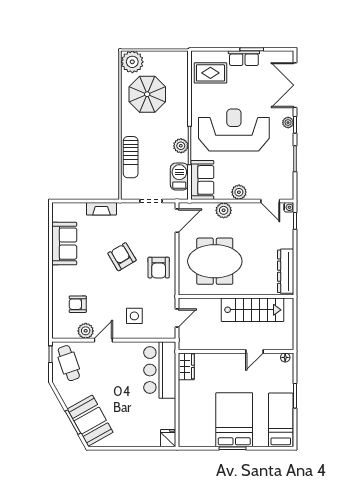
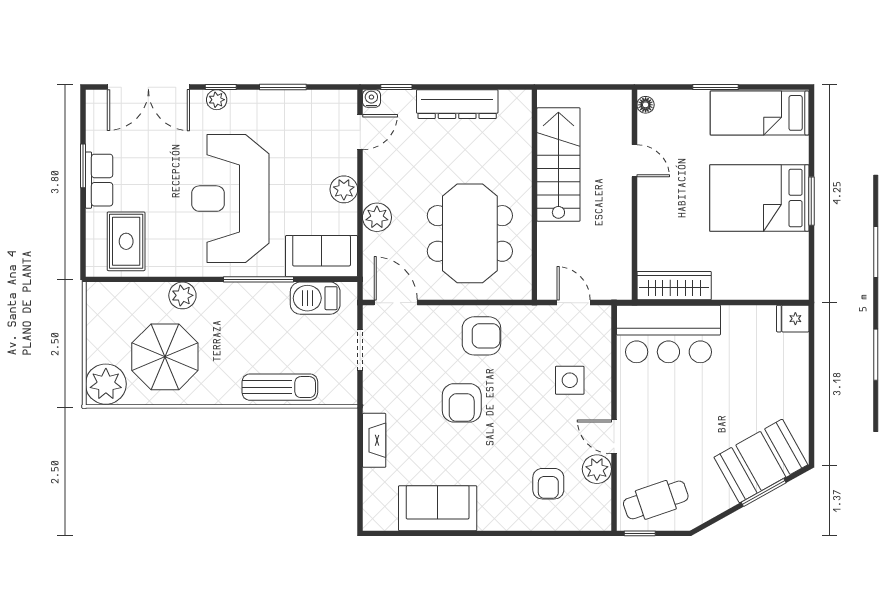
plant: (181, 146) -> (182, 295), moved
armchair: (122, 257) -> (462, 403), turned -59
dresser: (286, 271) -> (457, 104), moved
wardrobe: (186, 366) -> (674, 286), width x1.50

